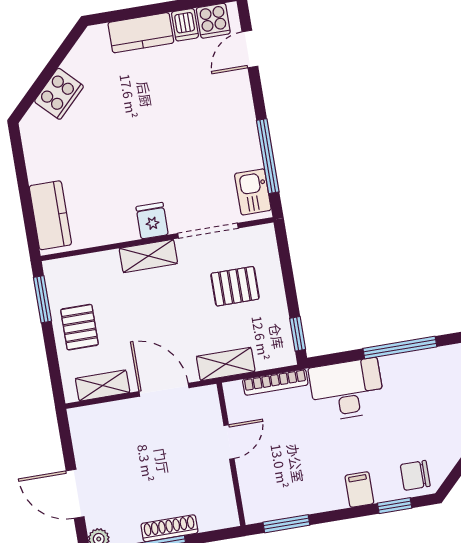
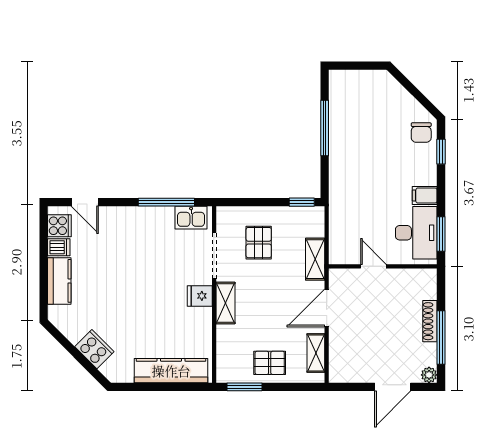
kitchen counter: (50, 215) -> (171, 371), width x1.50
bookcase: (275, 382) -> (335, 225), removed
desk: (347, 390) -> (416, 233), moved, turned 180
filing cabinet: (359, 490) -> (425, 196), moved

